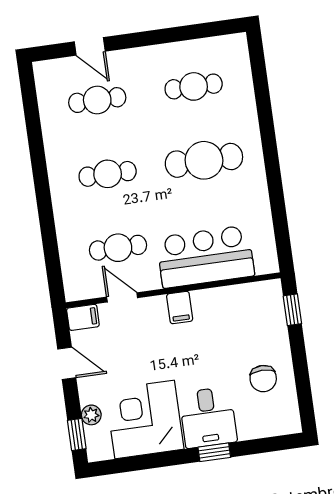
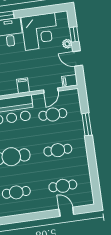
window: (48, 227) -> (87, 124), added
door: (122, 297) -> (51, 90), hinge flipped
plant: (91, 415) -> (67, 44), moved
window: (77, 434) -> (74, 34), moved

